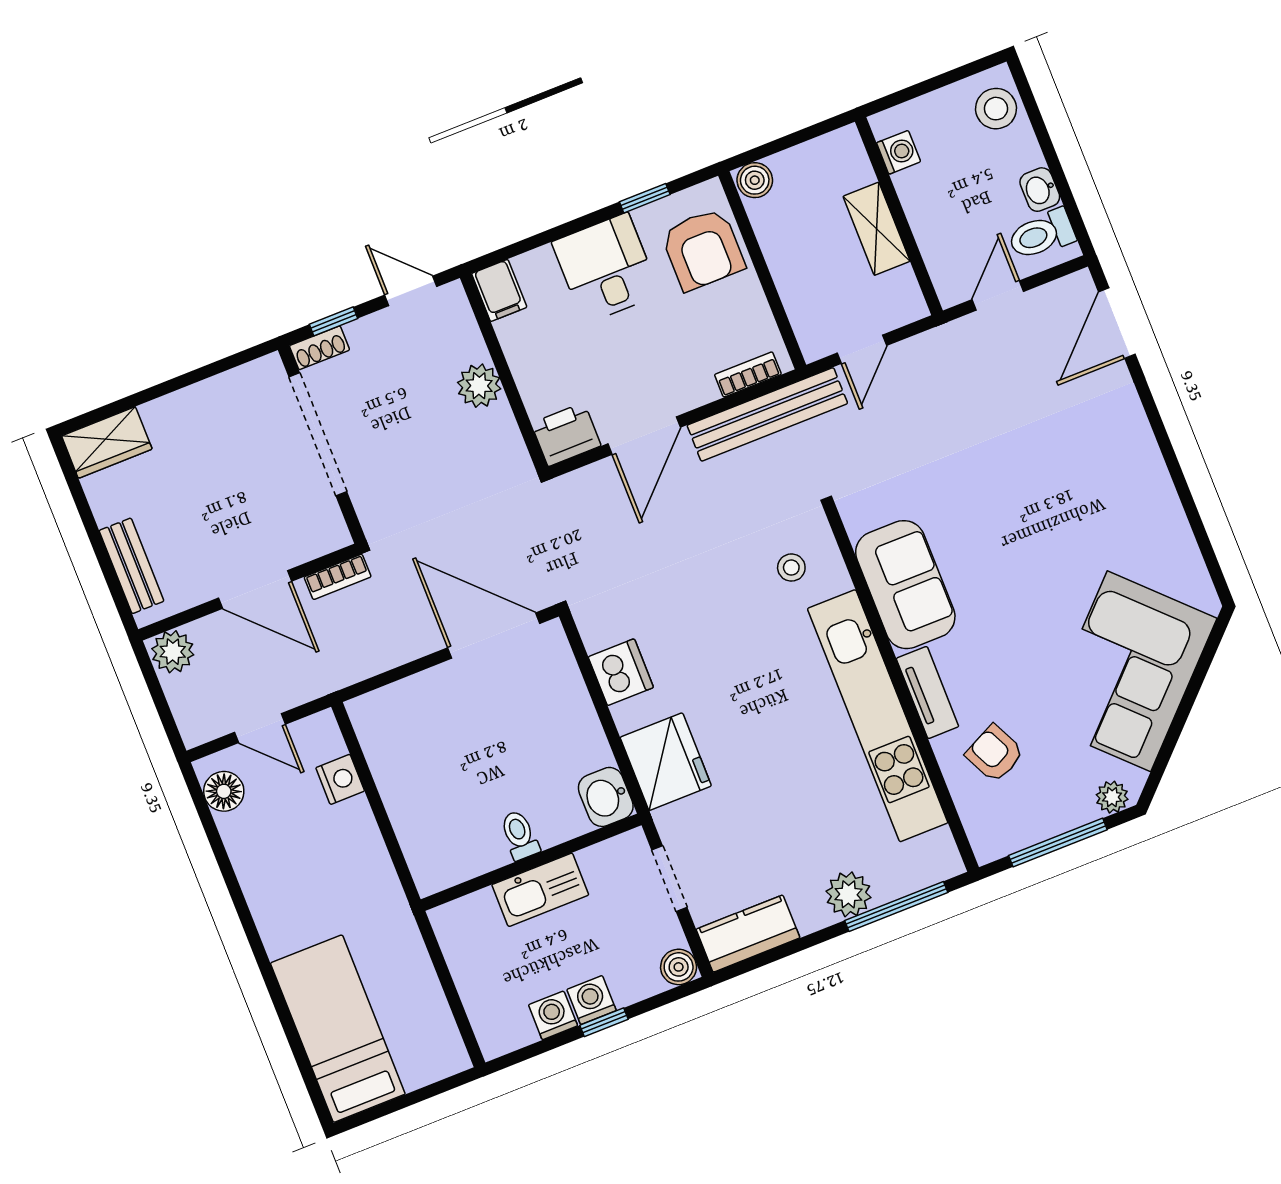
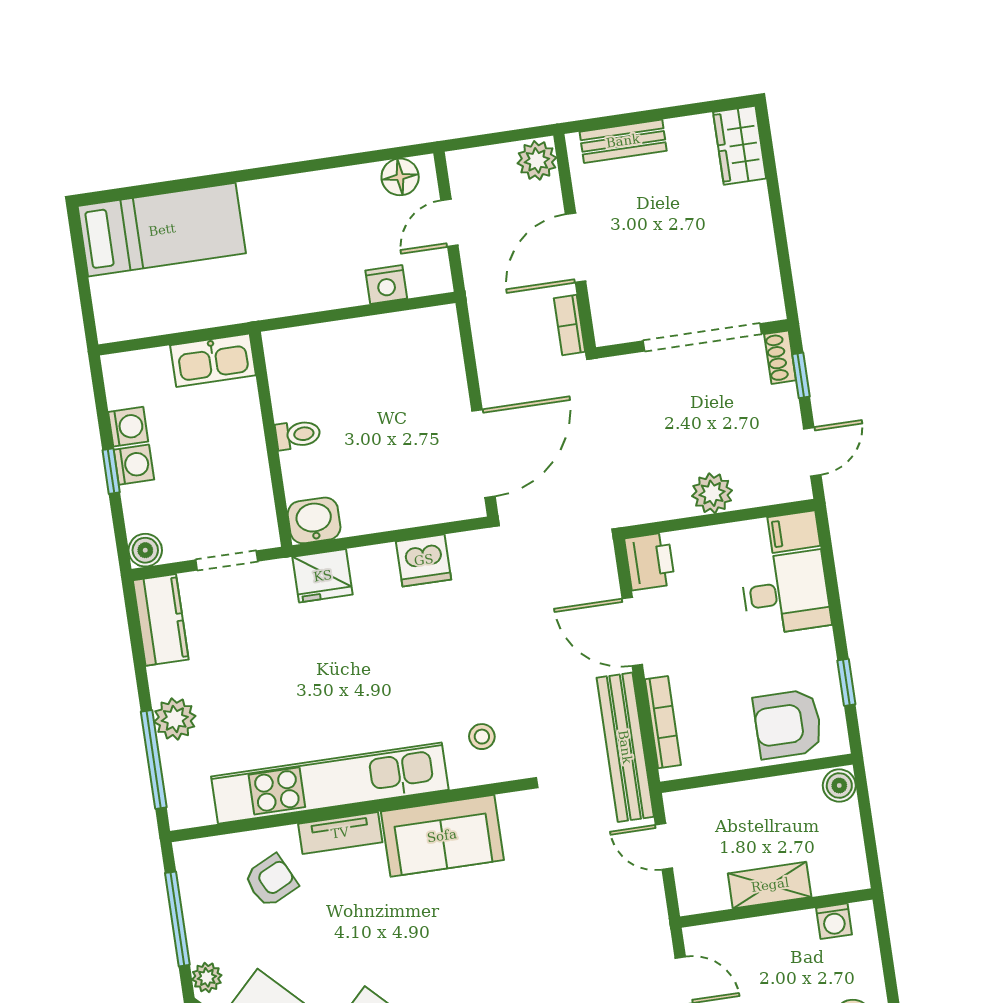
desk: (606, 268) -> (786, 593), moved
bookcase: (748, 374) -> (663, 722), width x1.56
fridge: (666, 762) -> (323, 576), width x0.73, depth x0.75
kitchen sink: (540, 890) -> (213, 360), moved, turned -90

